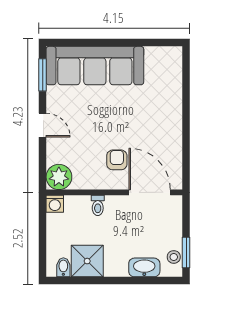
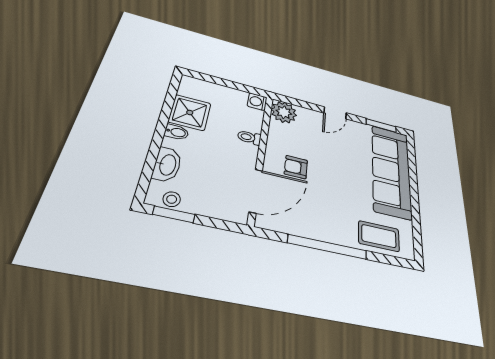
coffee table: (166, 80) -> (379, 236), added
window: (186, 127) -> (328, 247), added
armchair: (117, 160) -> (296, 167), turned 180
bidet: (63, 267) -> (177, 132), moved

